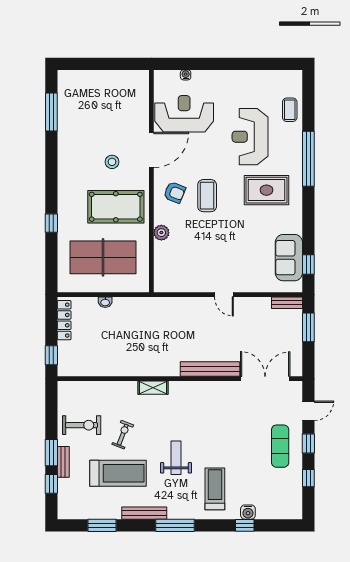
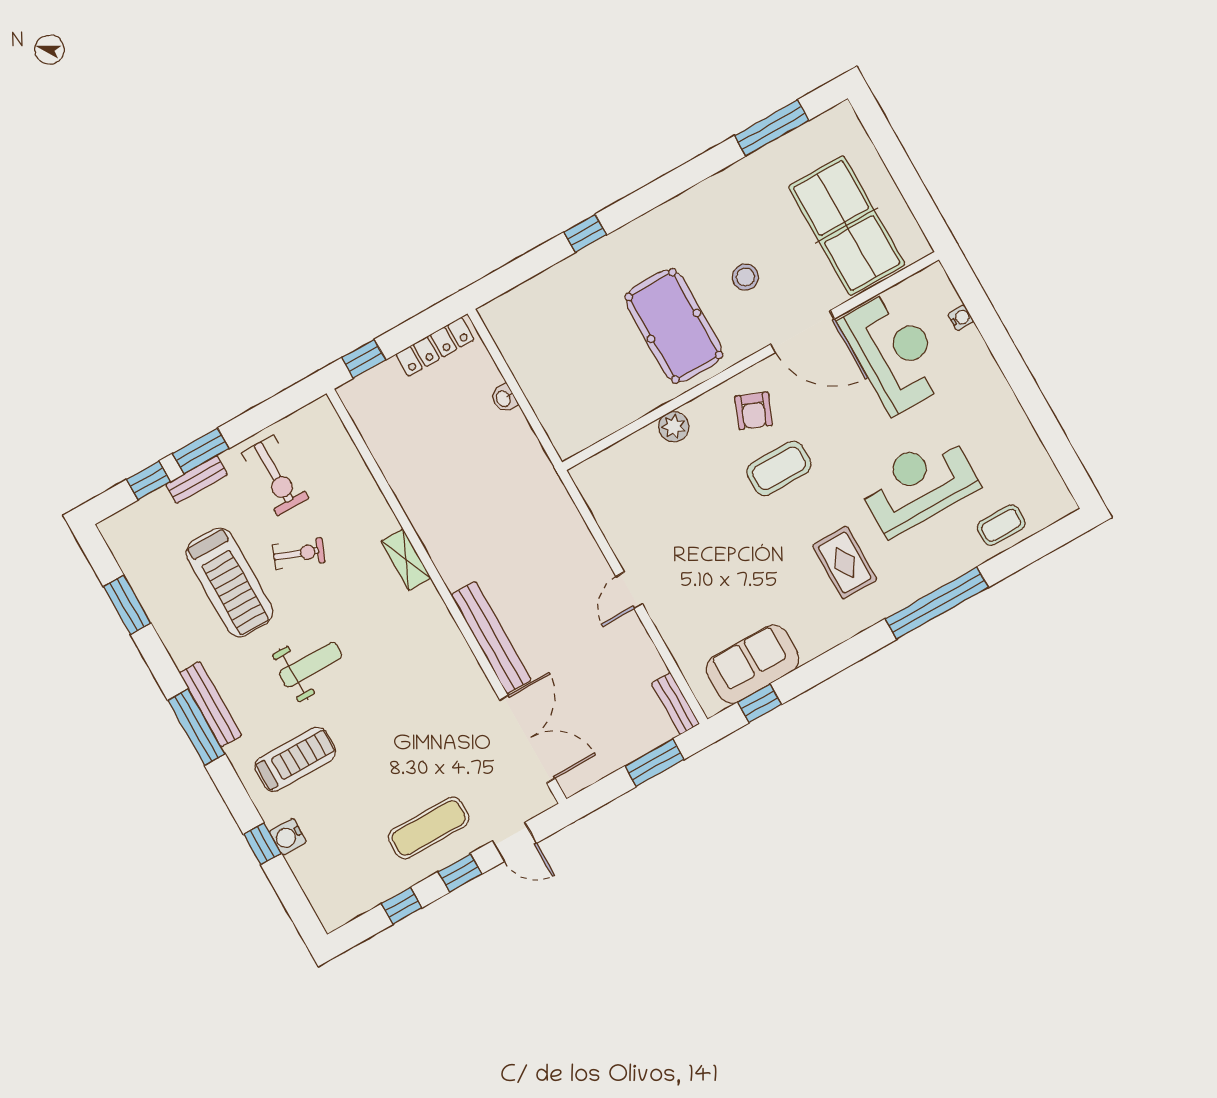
rug: (267, 190) -> (845, 563), width x0.73, depth x0.70
table tennis table: (103, 257) -> (847, 226), moved
bench: (144, 513) -> (211, 704), moved

